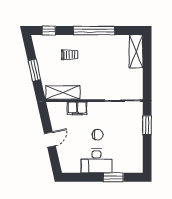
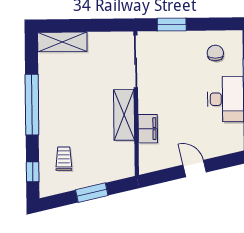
trolley: (70, 55) -> (64, 159), moved
shelving: (63, 93) -> (124, 115), moved
chair: (98, 135) -> (215, 53), moved

